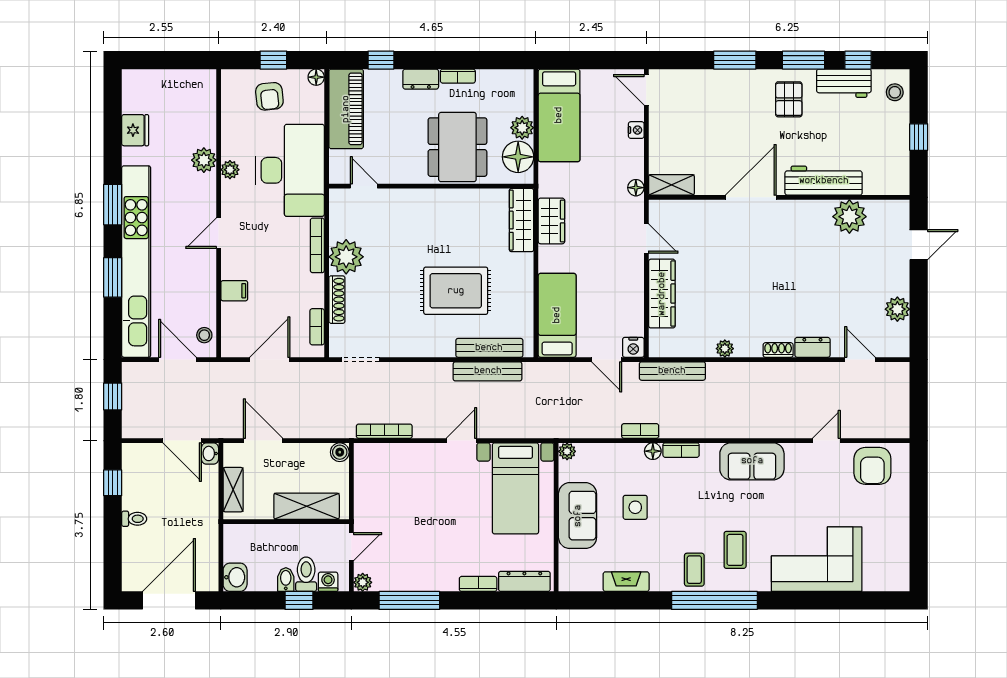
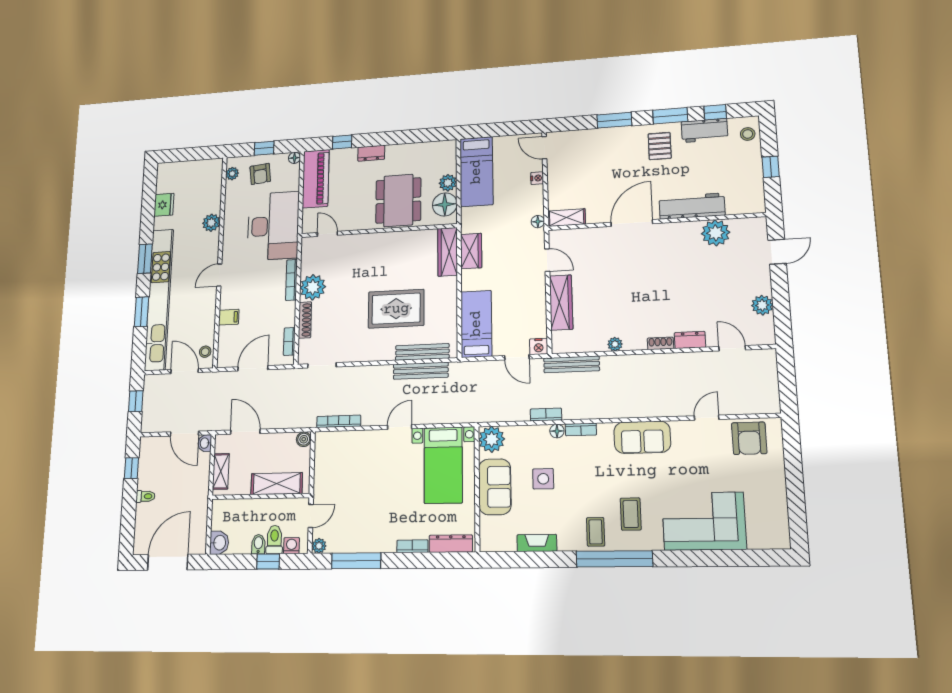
bookcase: (458, 76) -> (399, 149), removed
plant: (230, 170) -> (232, 174), moved
plant: (567, 451) -> (492, 439), width x1.87, depth x1.87

